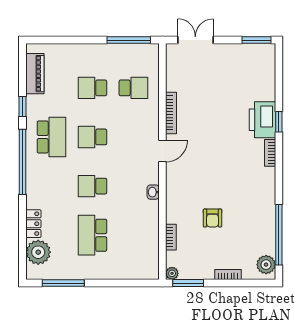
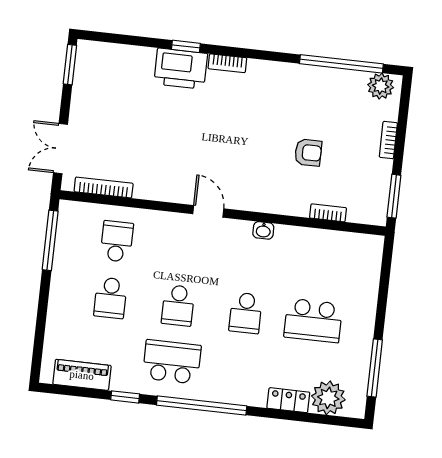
bookcase: (171, 113) -> (104, 187), moved
plant: (172, 273) -> (378, 217), removed

